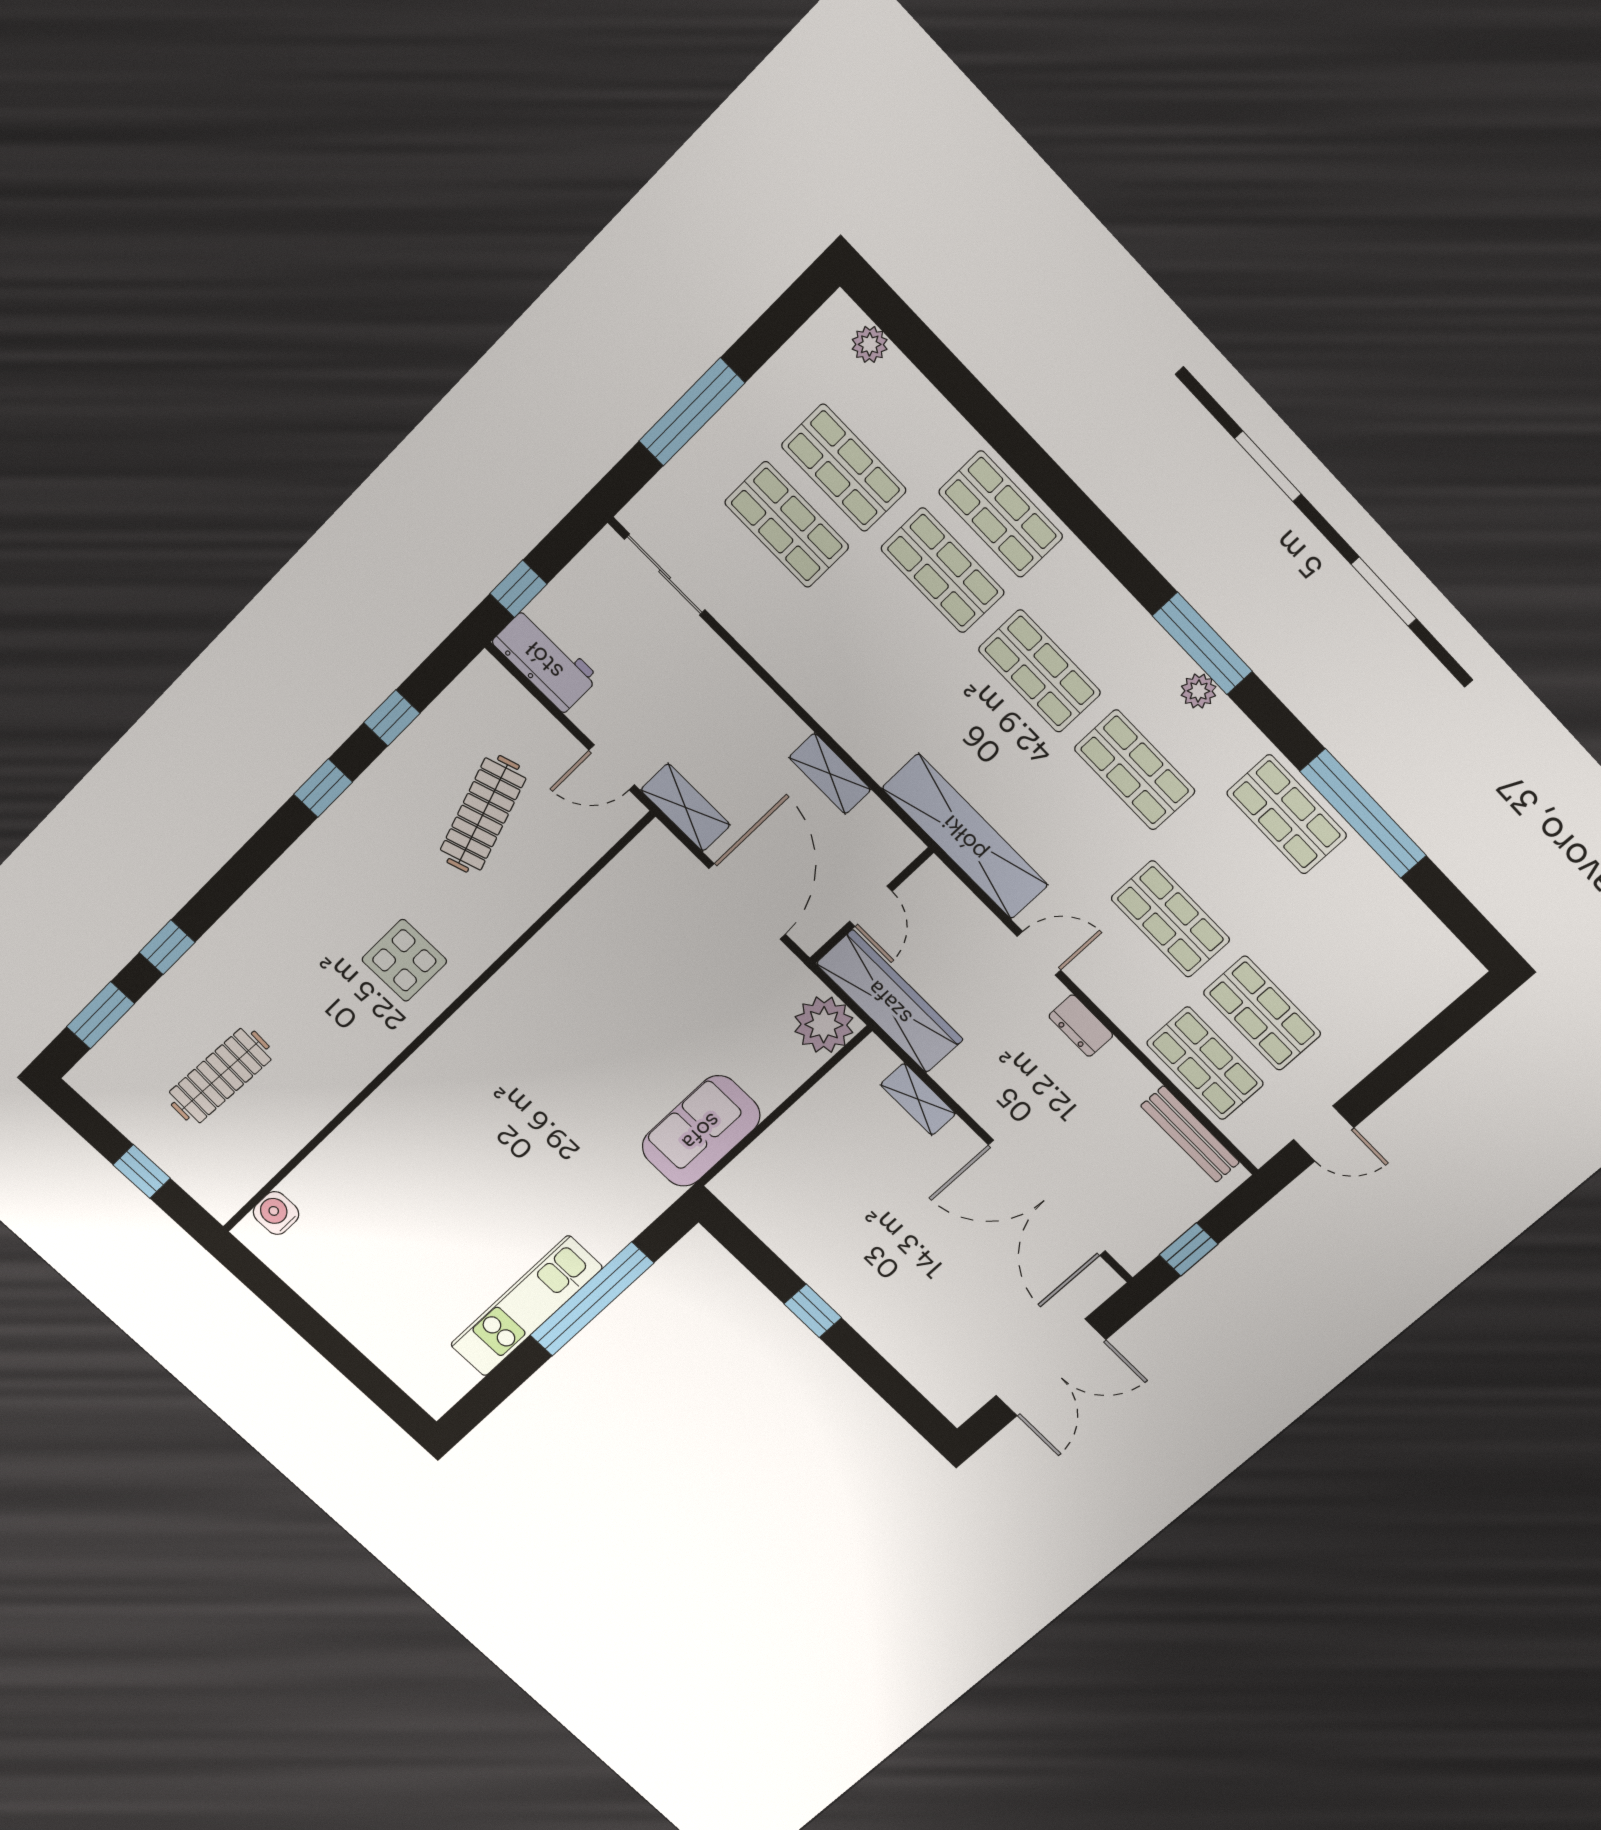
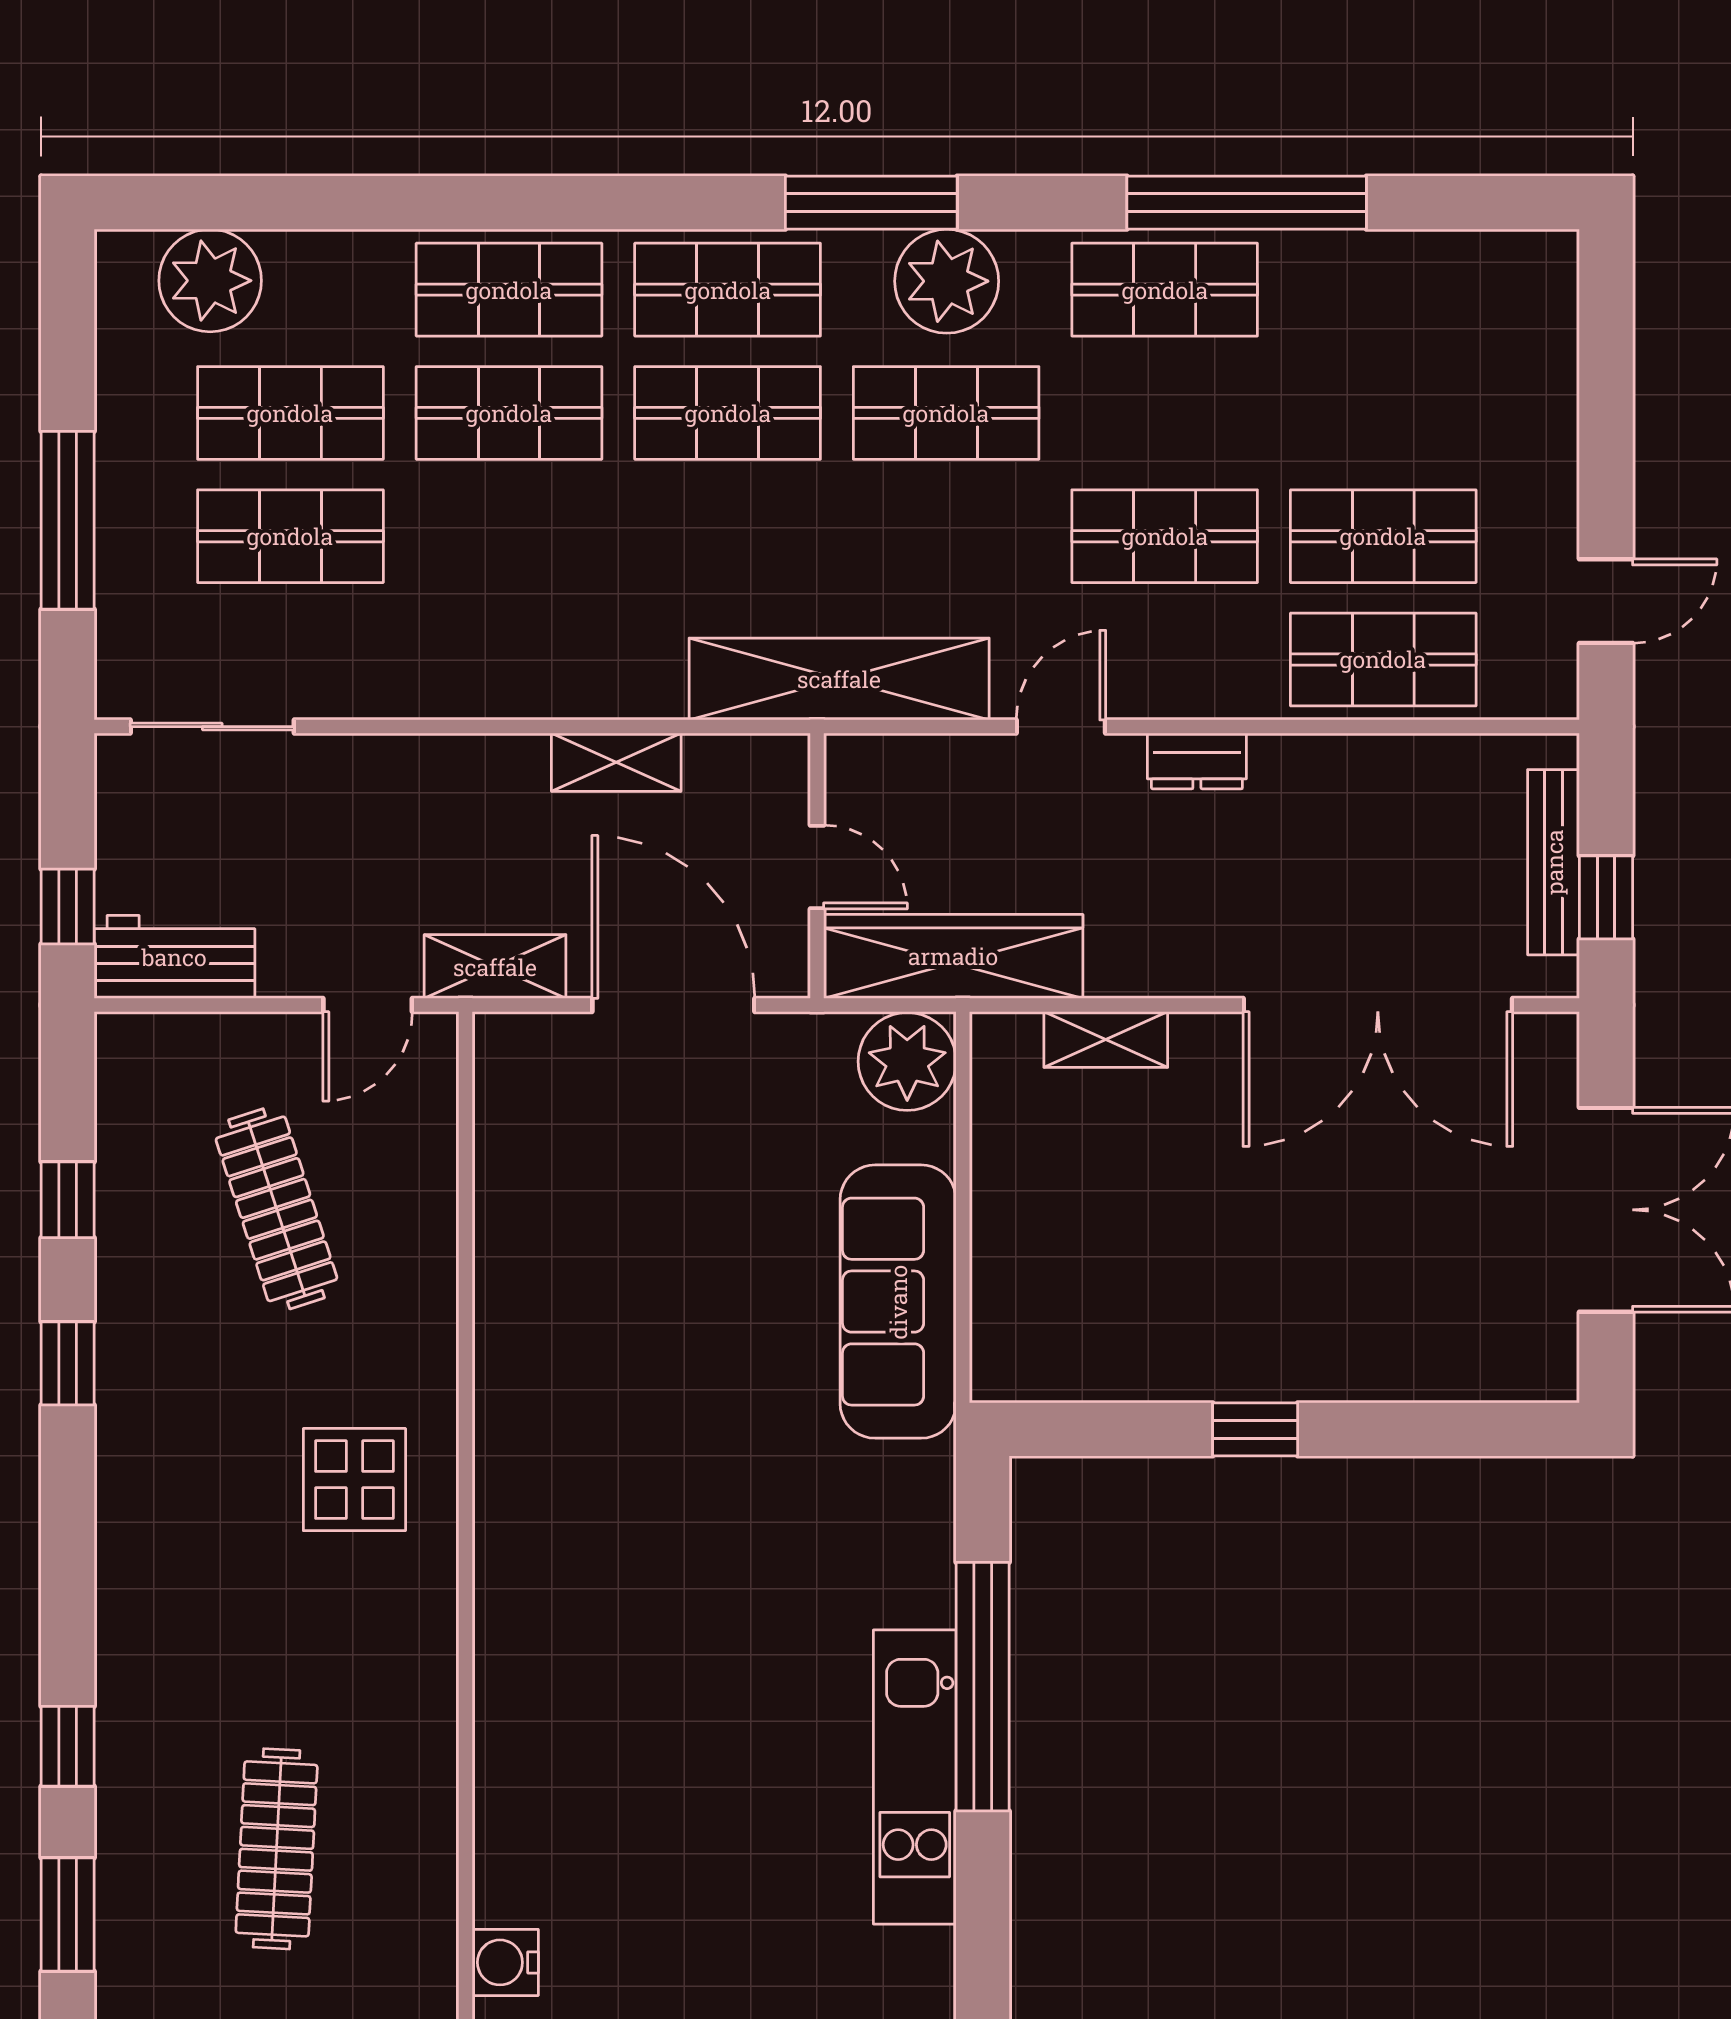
plant: (870, 344) -> (210, 281), width x1.87, depth x1.87
shop shelf: (1098, 616) -> (728, 290), added
plant: (1199, 691) -> (947, 281), width x1.87, depth x1.87
sofa: (701, 1131) -> (898, 1302), width x1.36
bench: (1190, 1134) -> (1554, 862), moved, turned 90

